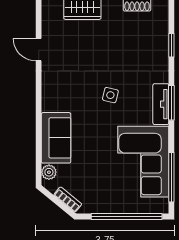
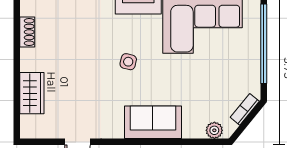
sofa: (56, 138) -> (153, 122), moved

